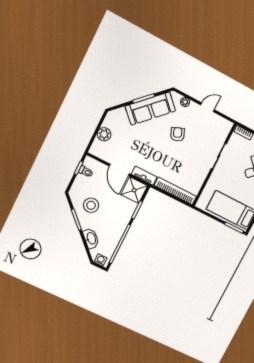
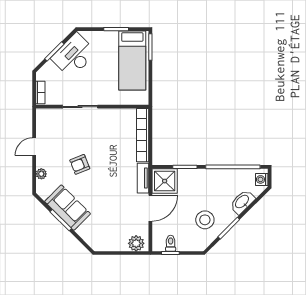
door: (207, 107) -> (34, 147), hinge flipped
sofa: (150, 109) -> (68, 208), width x0.73
plant: (104, 134) -> (136, 243), moved

